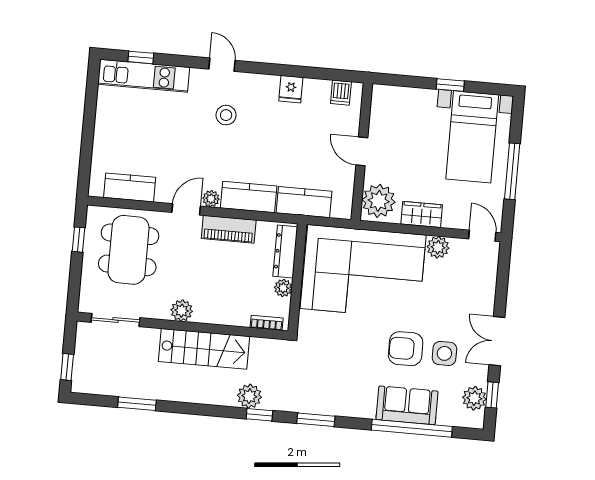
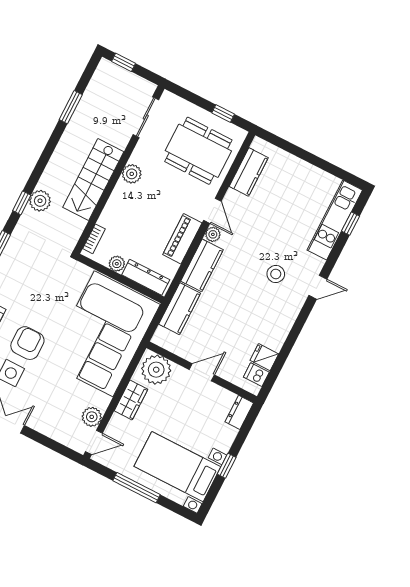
fridge: (291, 89) -> (264, 357), moved
dresser: (388, 95) -> (239, 412), added
plant: (438, 247) -> (92, 417), moved

